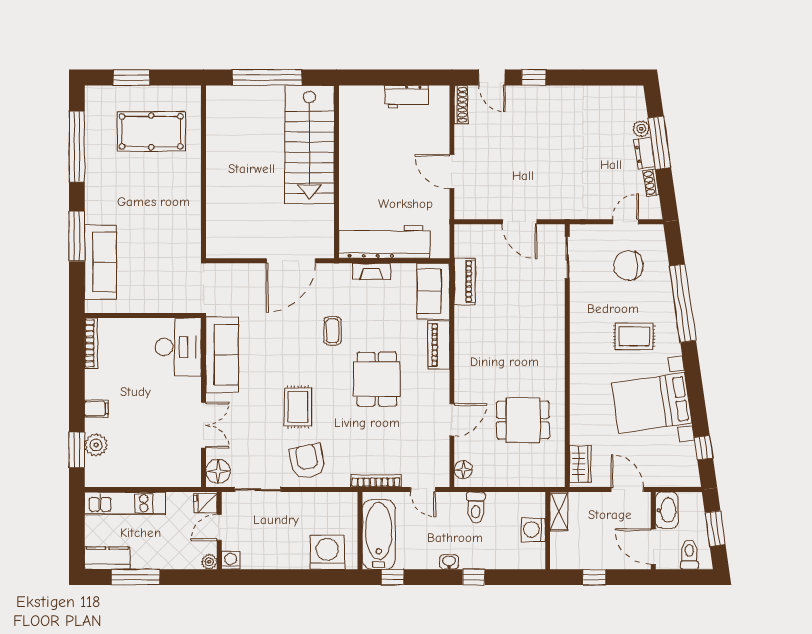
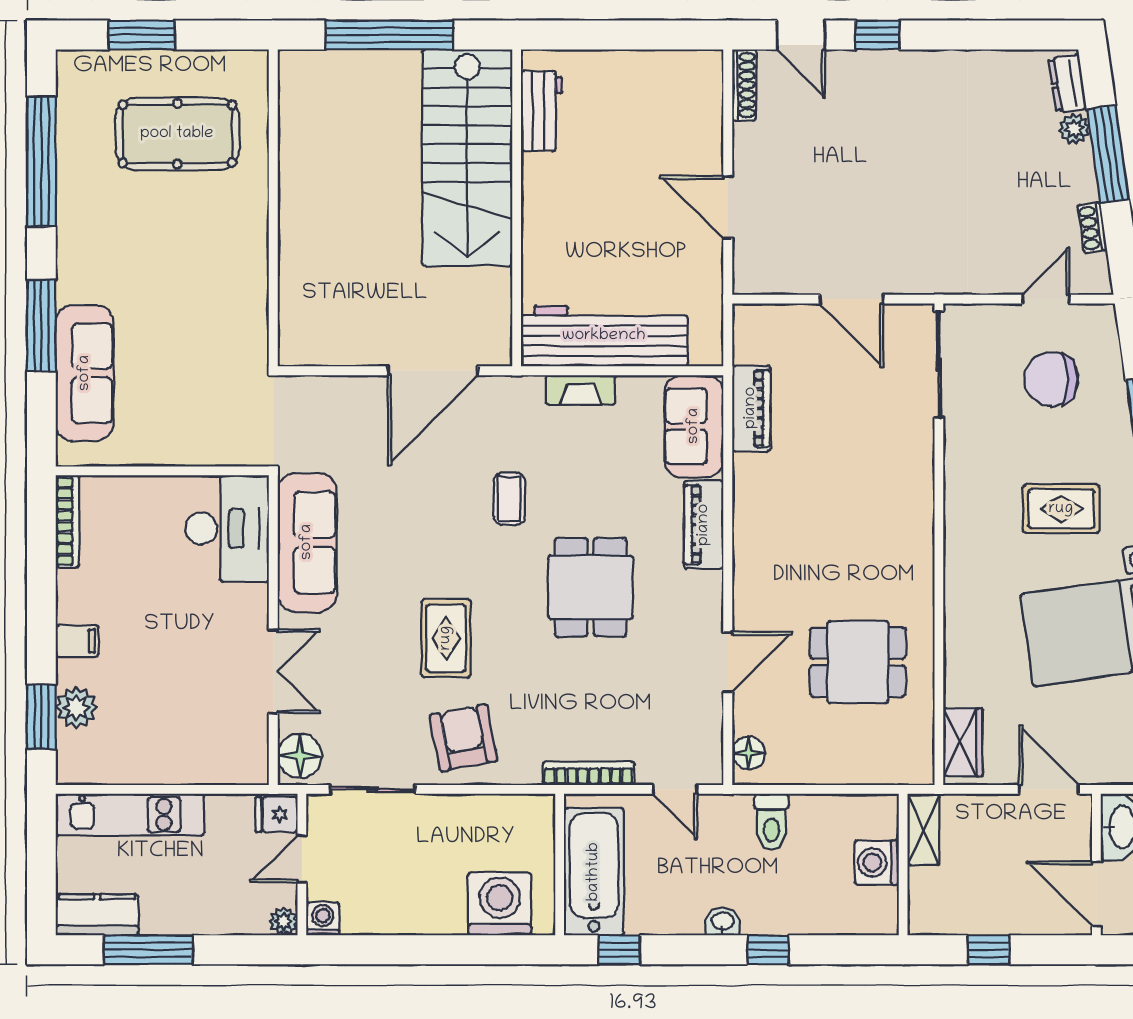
workbench: (407, 97) -> (542, 111), moved, turned -90
dresser: (645, 153) -> (1068, 84), moved
sliding door: (567, 257) -> (939, 364), width x1.37

